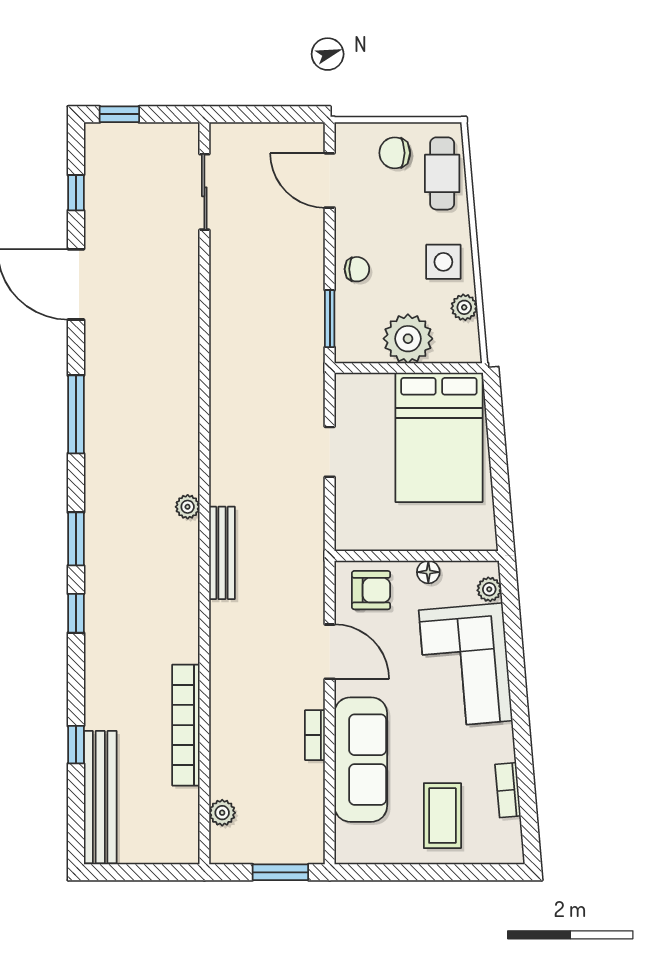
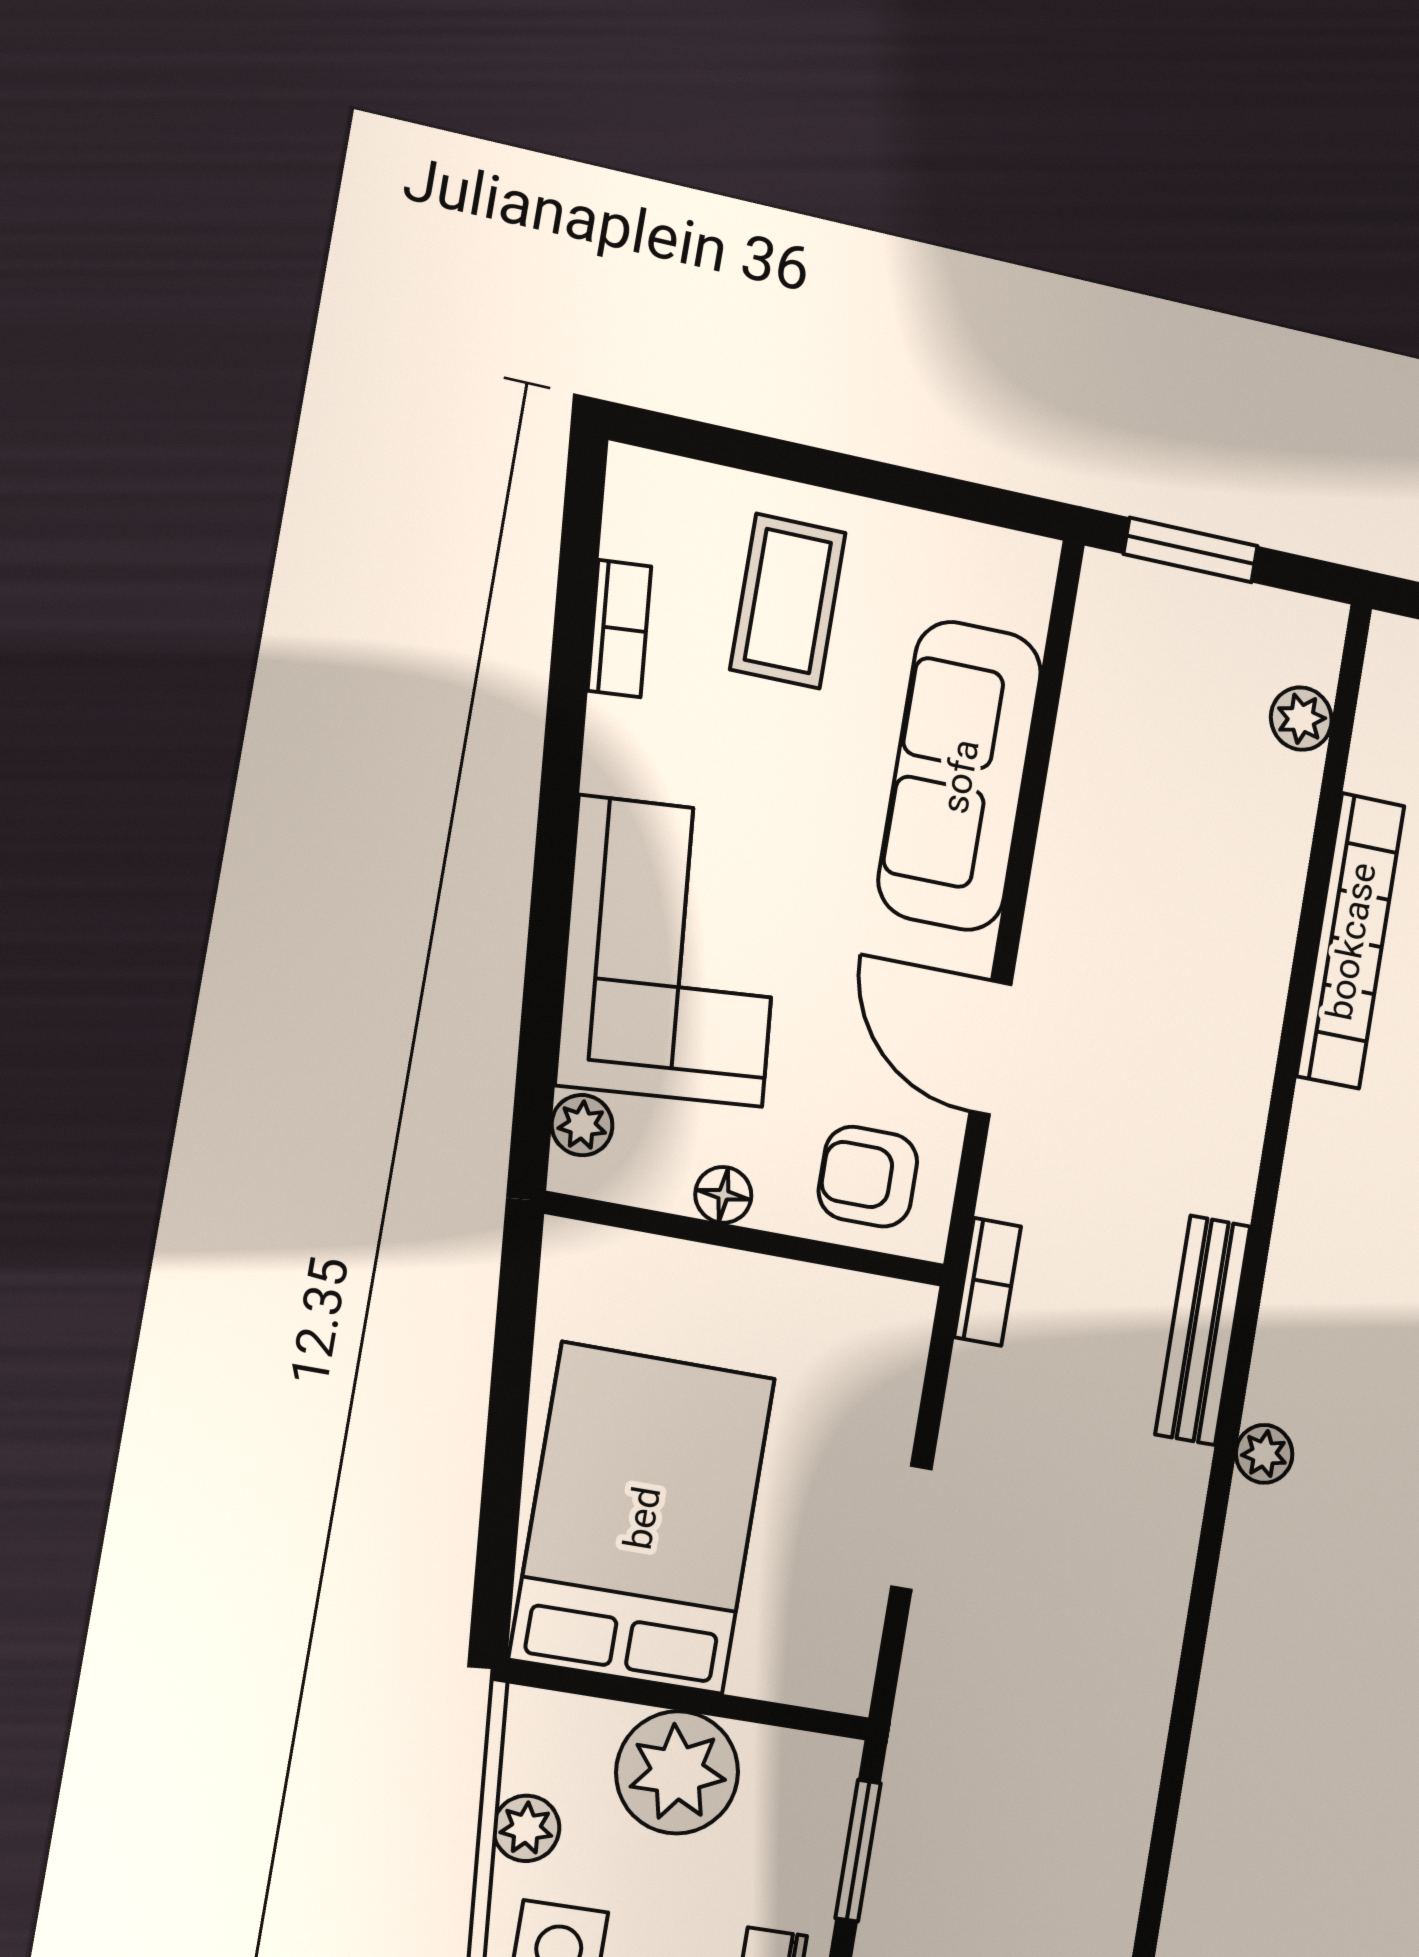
bookcase: (315, 735) -> (988, 1282), moved

